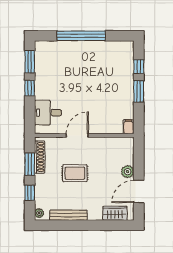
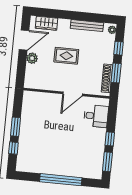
filing cabinet: (129, 127) -> (27, 97), removed
rug: (75, 173) -> (66, 56), moved

